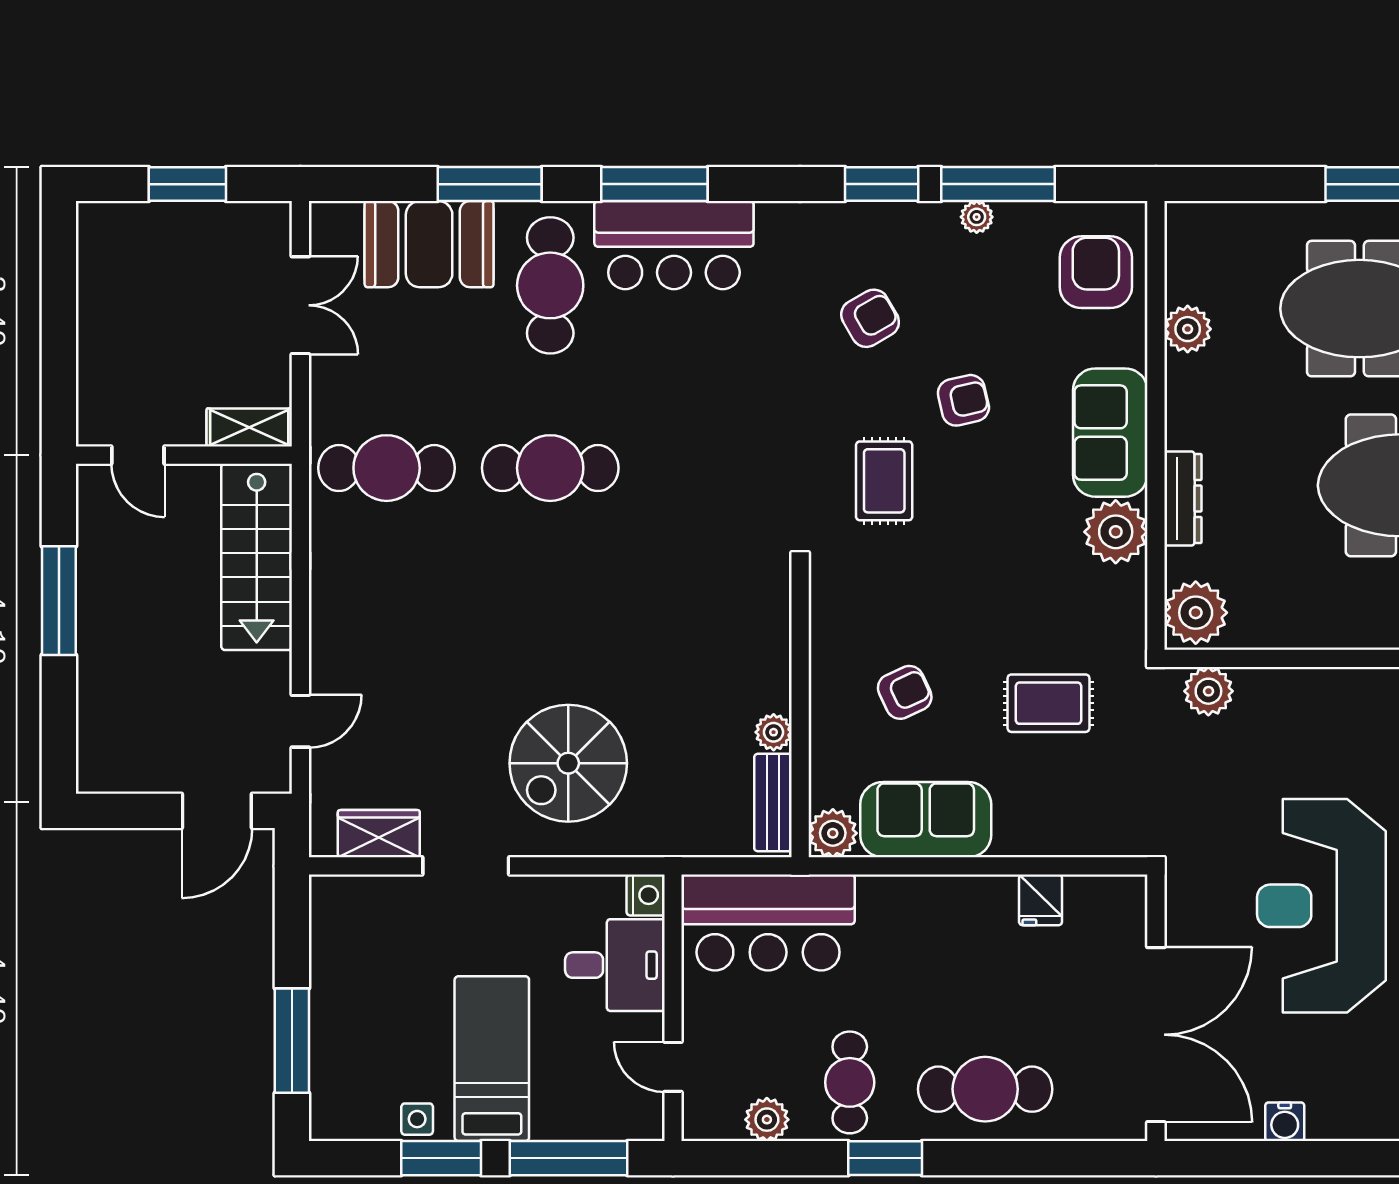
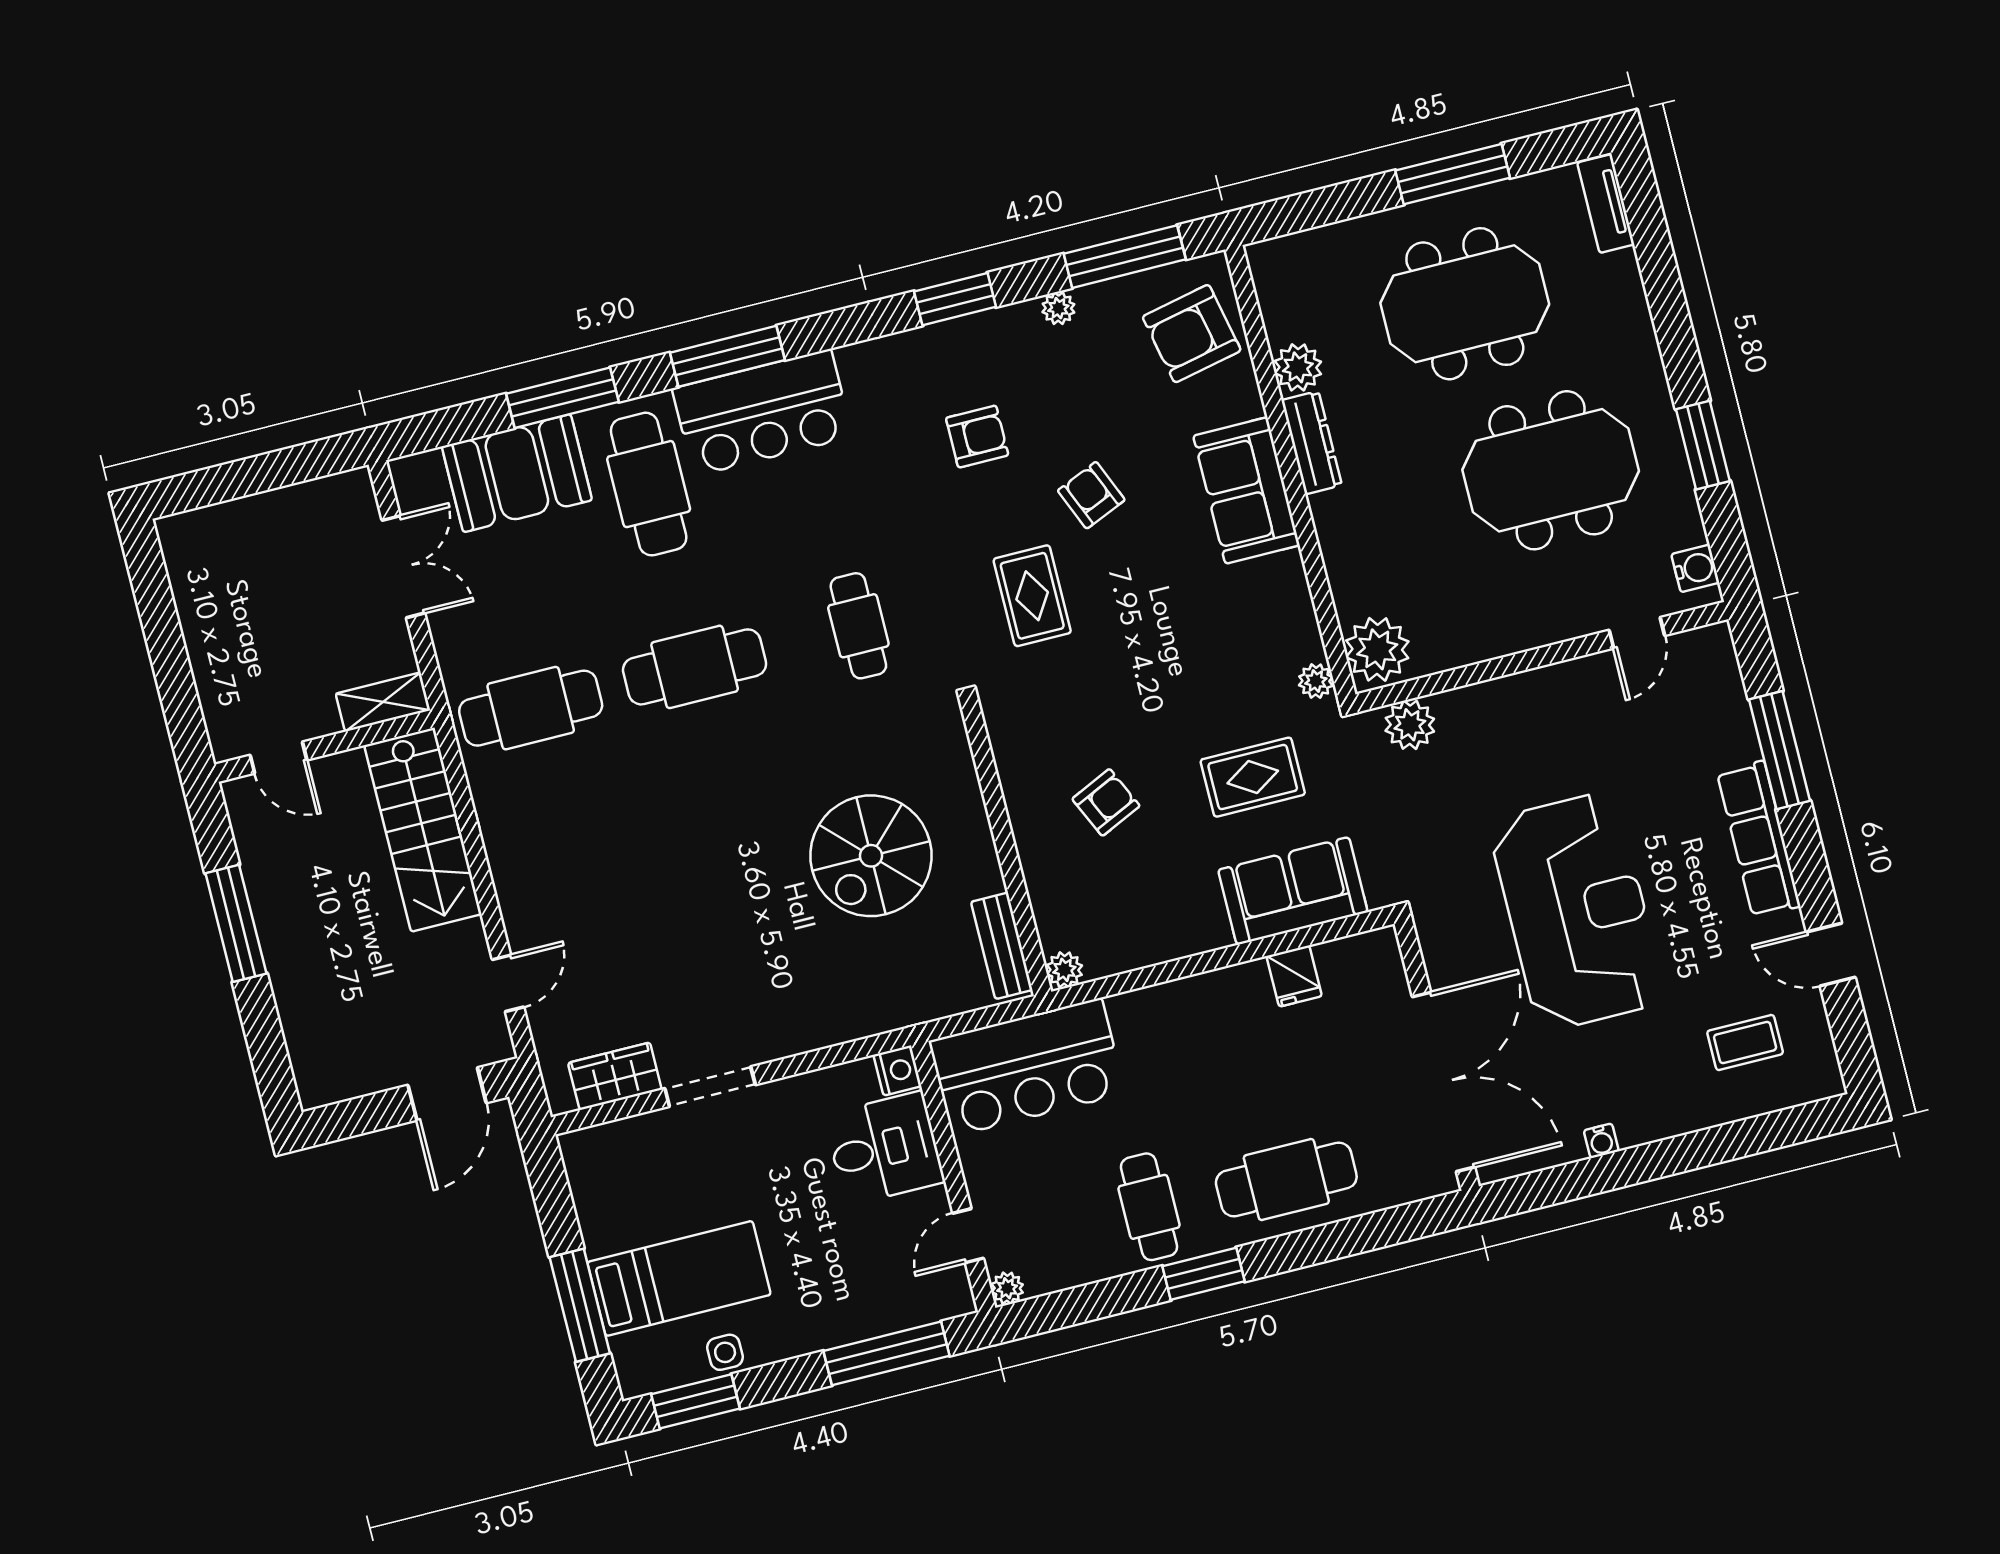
window: (187, 184) -> (260, 474), removed
window: (998, 184) -> (1125, 257), moved
armchair: (1096, 272) -> (1192, 334), turned -102
armchair: (870, 318) -> (977, 437), turned 30
armchair: (963, 400) -> (1091, 495), turned -100
cafe table: (714, 468) -> (858, 626), added
dresser: (1183, 499) -> (1312, 443), moved
plant: (1116, 532) -> (1316, 681), moved, width x0.53, depth x0.53
plant: (774, 732) -> (985, 875), removed
spiral stairs: (568, 763) -> (871, 856), moved
sofa: (926, 820) -> (1293, 891), moved
plant: (833, 833) -> (1064, 970), width x0.73, depth x0.73
reception desk: (1321, 906) -> (1577, 911), turned 180
bed: (492, 1059) -> (679, 1278), moved, turned 90
door: (673, 1067) -> (968, 1236), hinge flipped
plant: (767, 1120) -> (1007, 1288), moved, width x0.73, depth x0.73
water cooler: (1285, 1122) -> (1601, 1141), width x0.72, depth x0.72
window: (441, 1158) -> (695, 1401), moved

